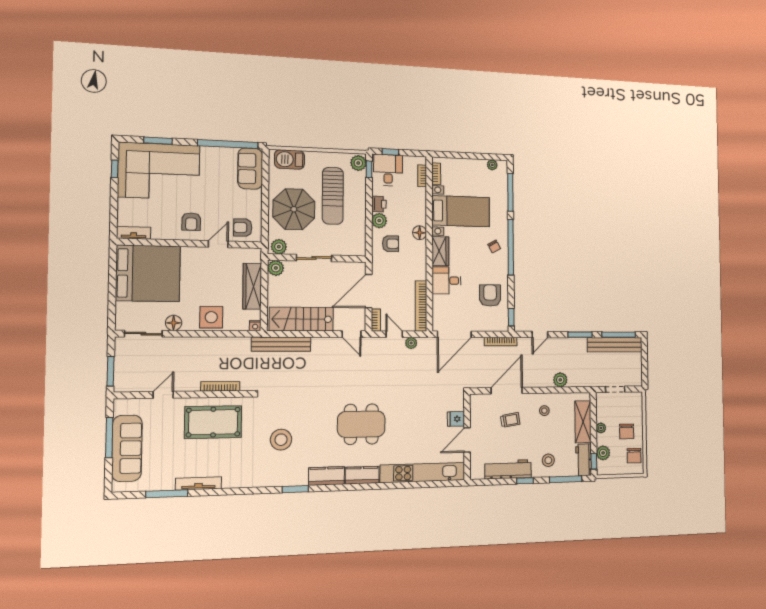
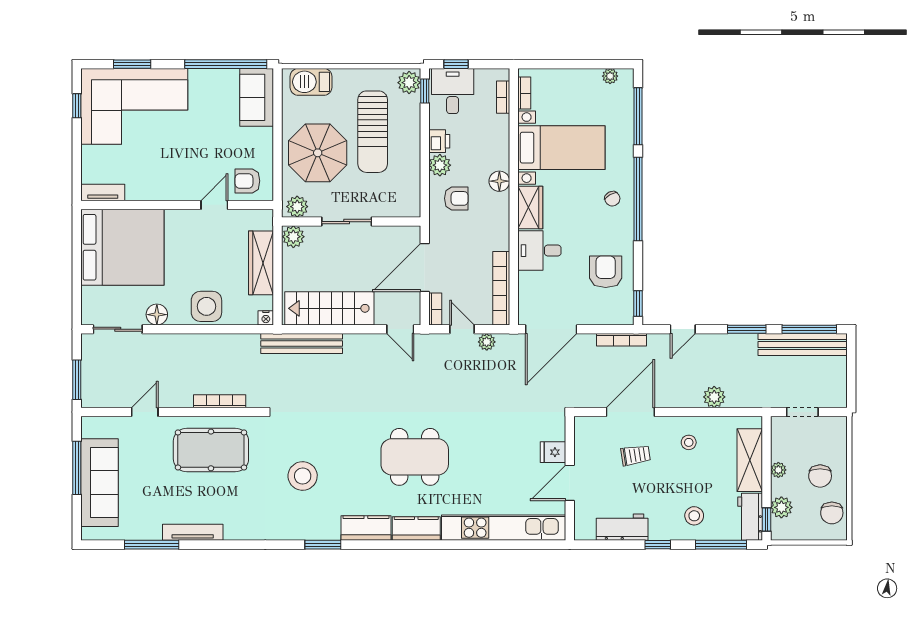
armchair: (191, 222) -> (178, 175), removed
workbench: (508, 469) -> (622, 527), width x0.73

